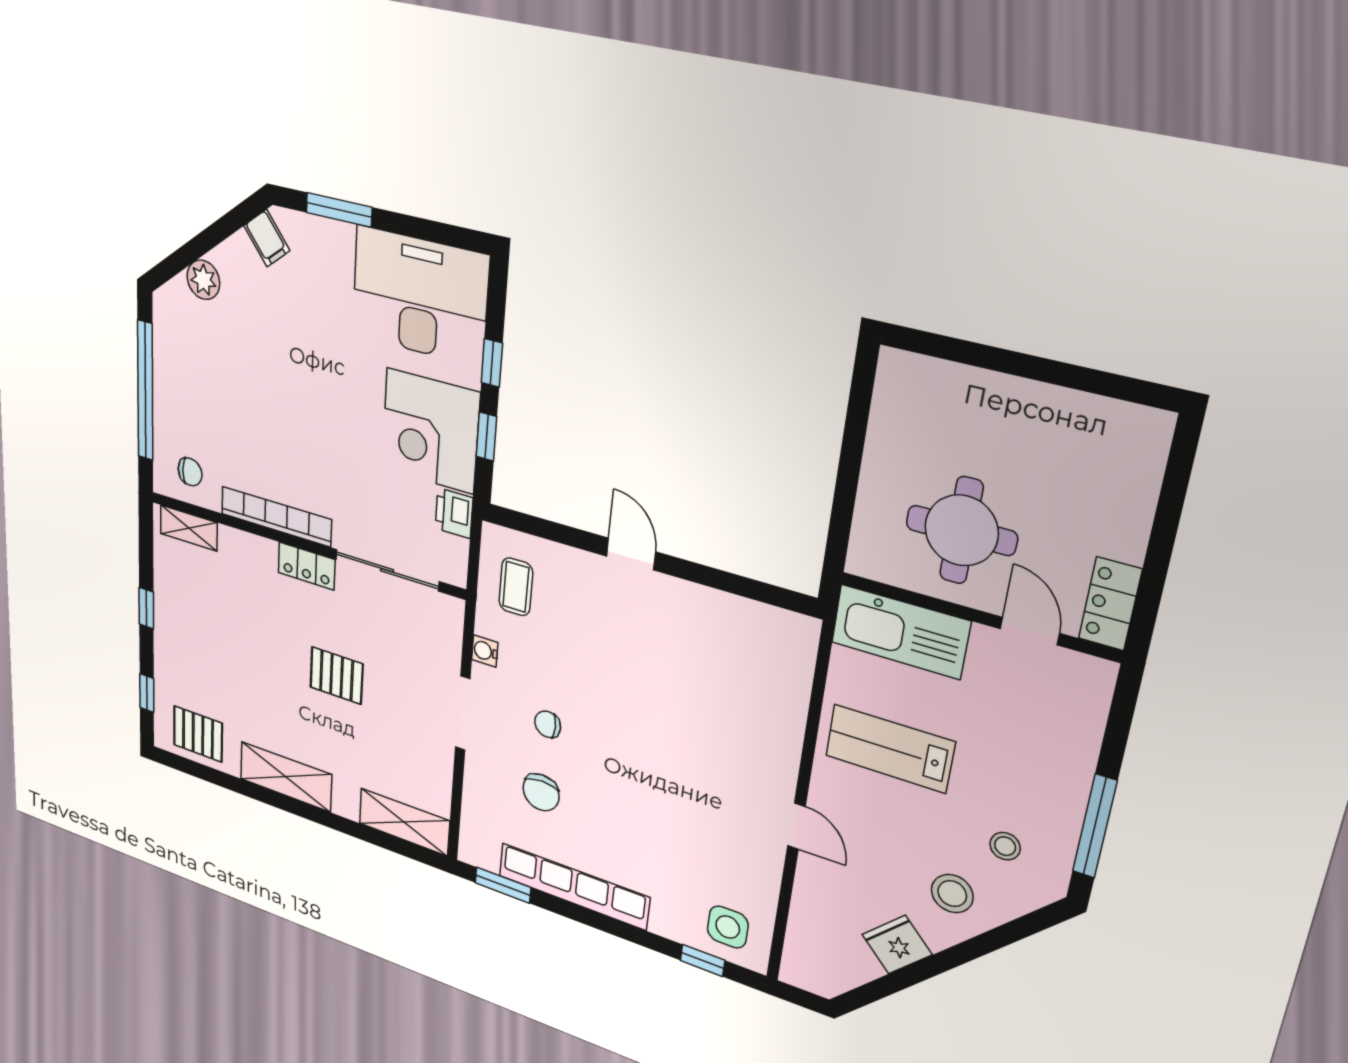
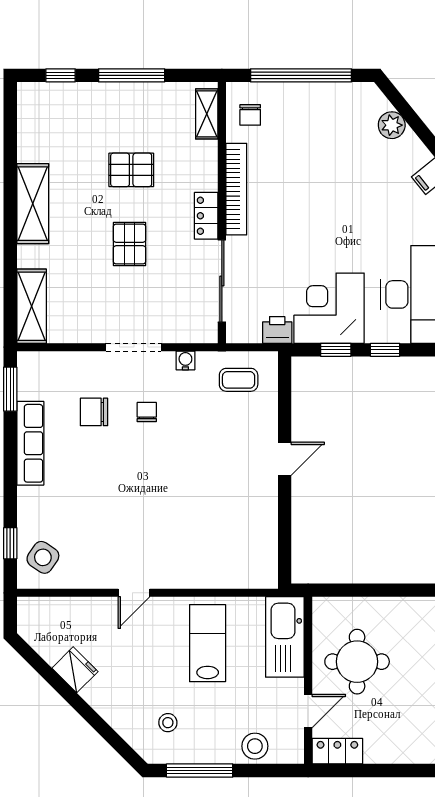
window: (146, 608) -> (132, 75), width x2.17
pallet: (198, 734) -> (131, 170), moved, turned 90
row of seats: (574, 886) -> (30, 443), width x0.73
stool: (952, 894) -> (255, 746), moved
side table: (728, 927) -> (43, 557), turned 34

